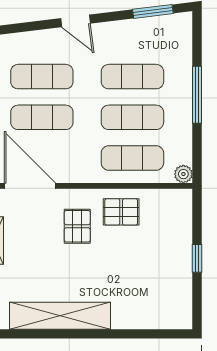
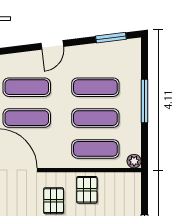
door: (76, 21) -> (52, 45), hinge flipped
pallet: (121, 212) -> (87, 190), turned 90

